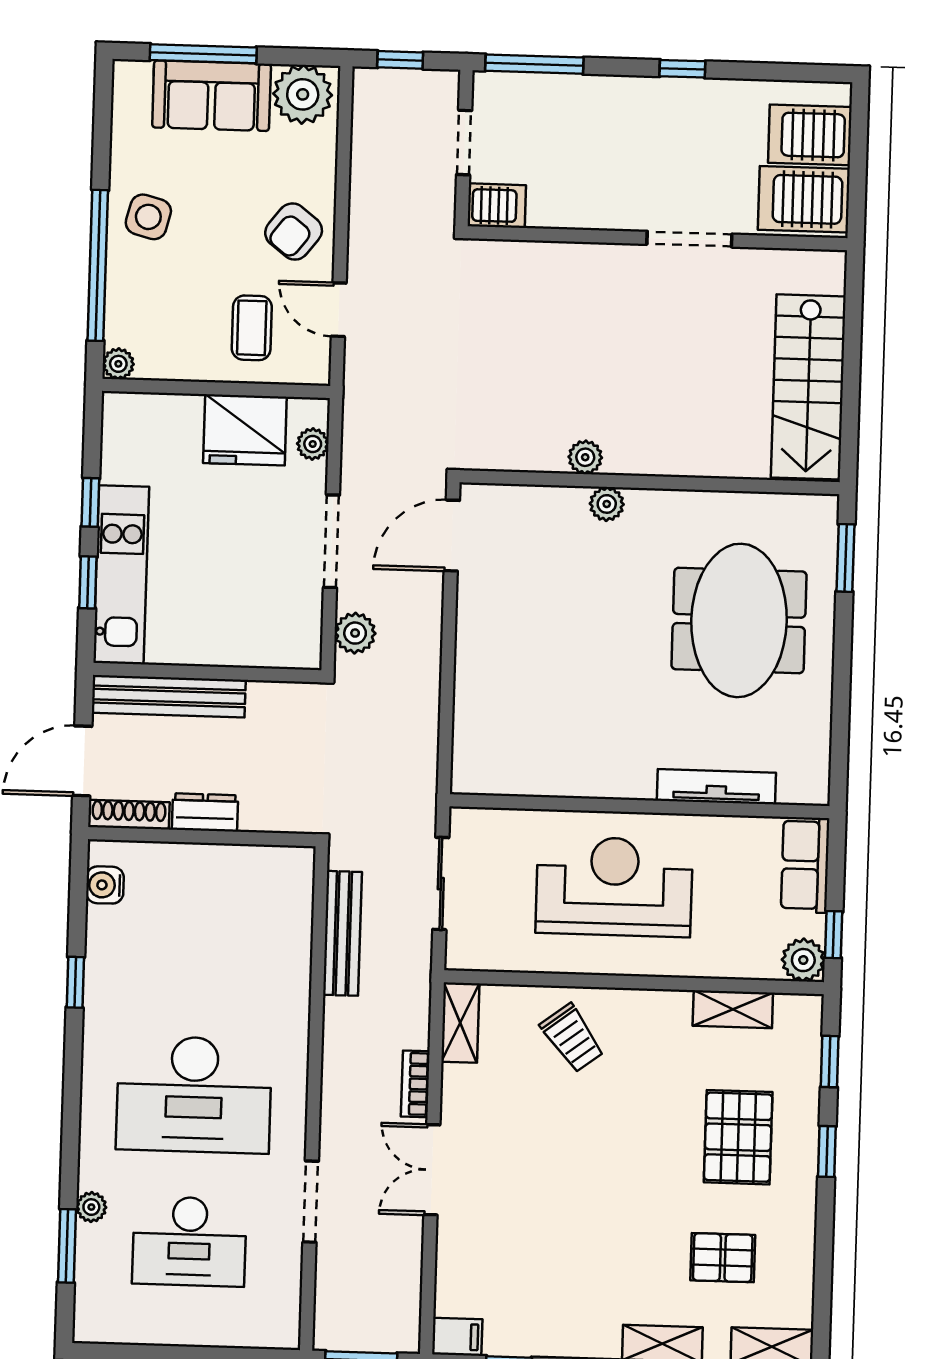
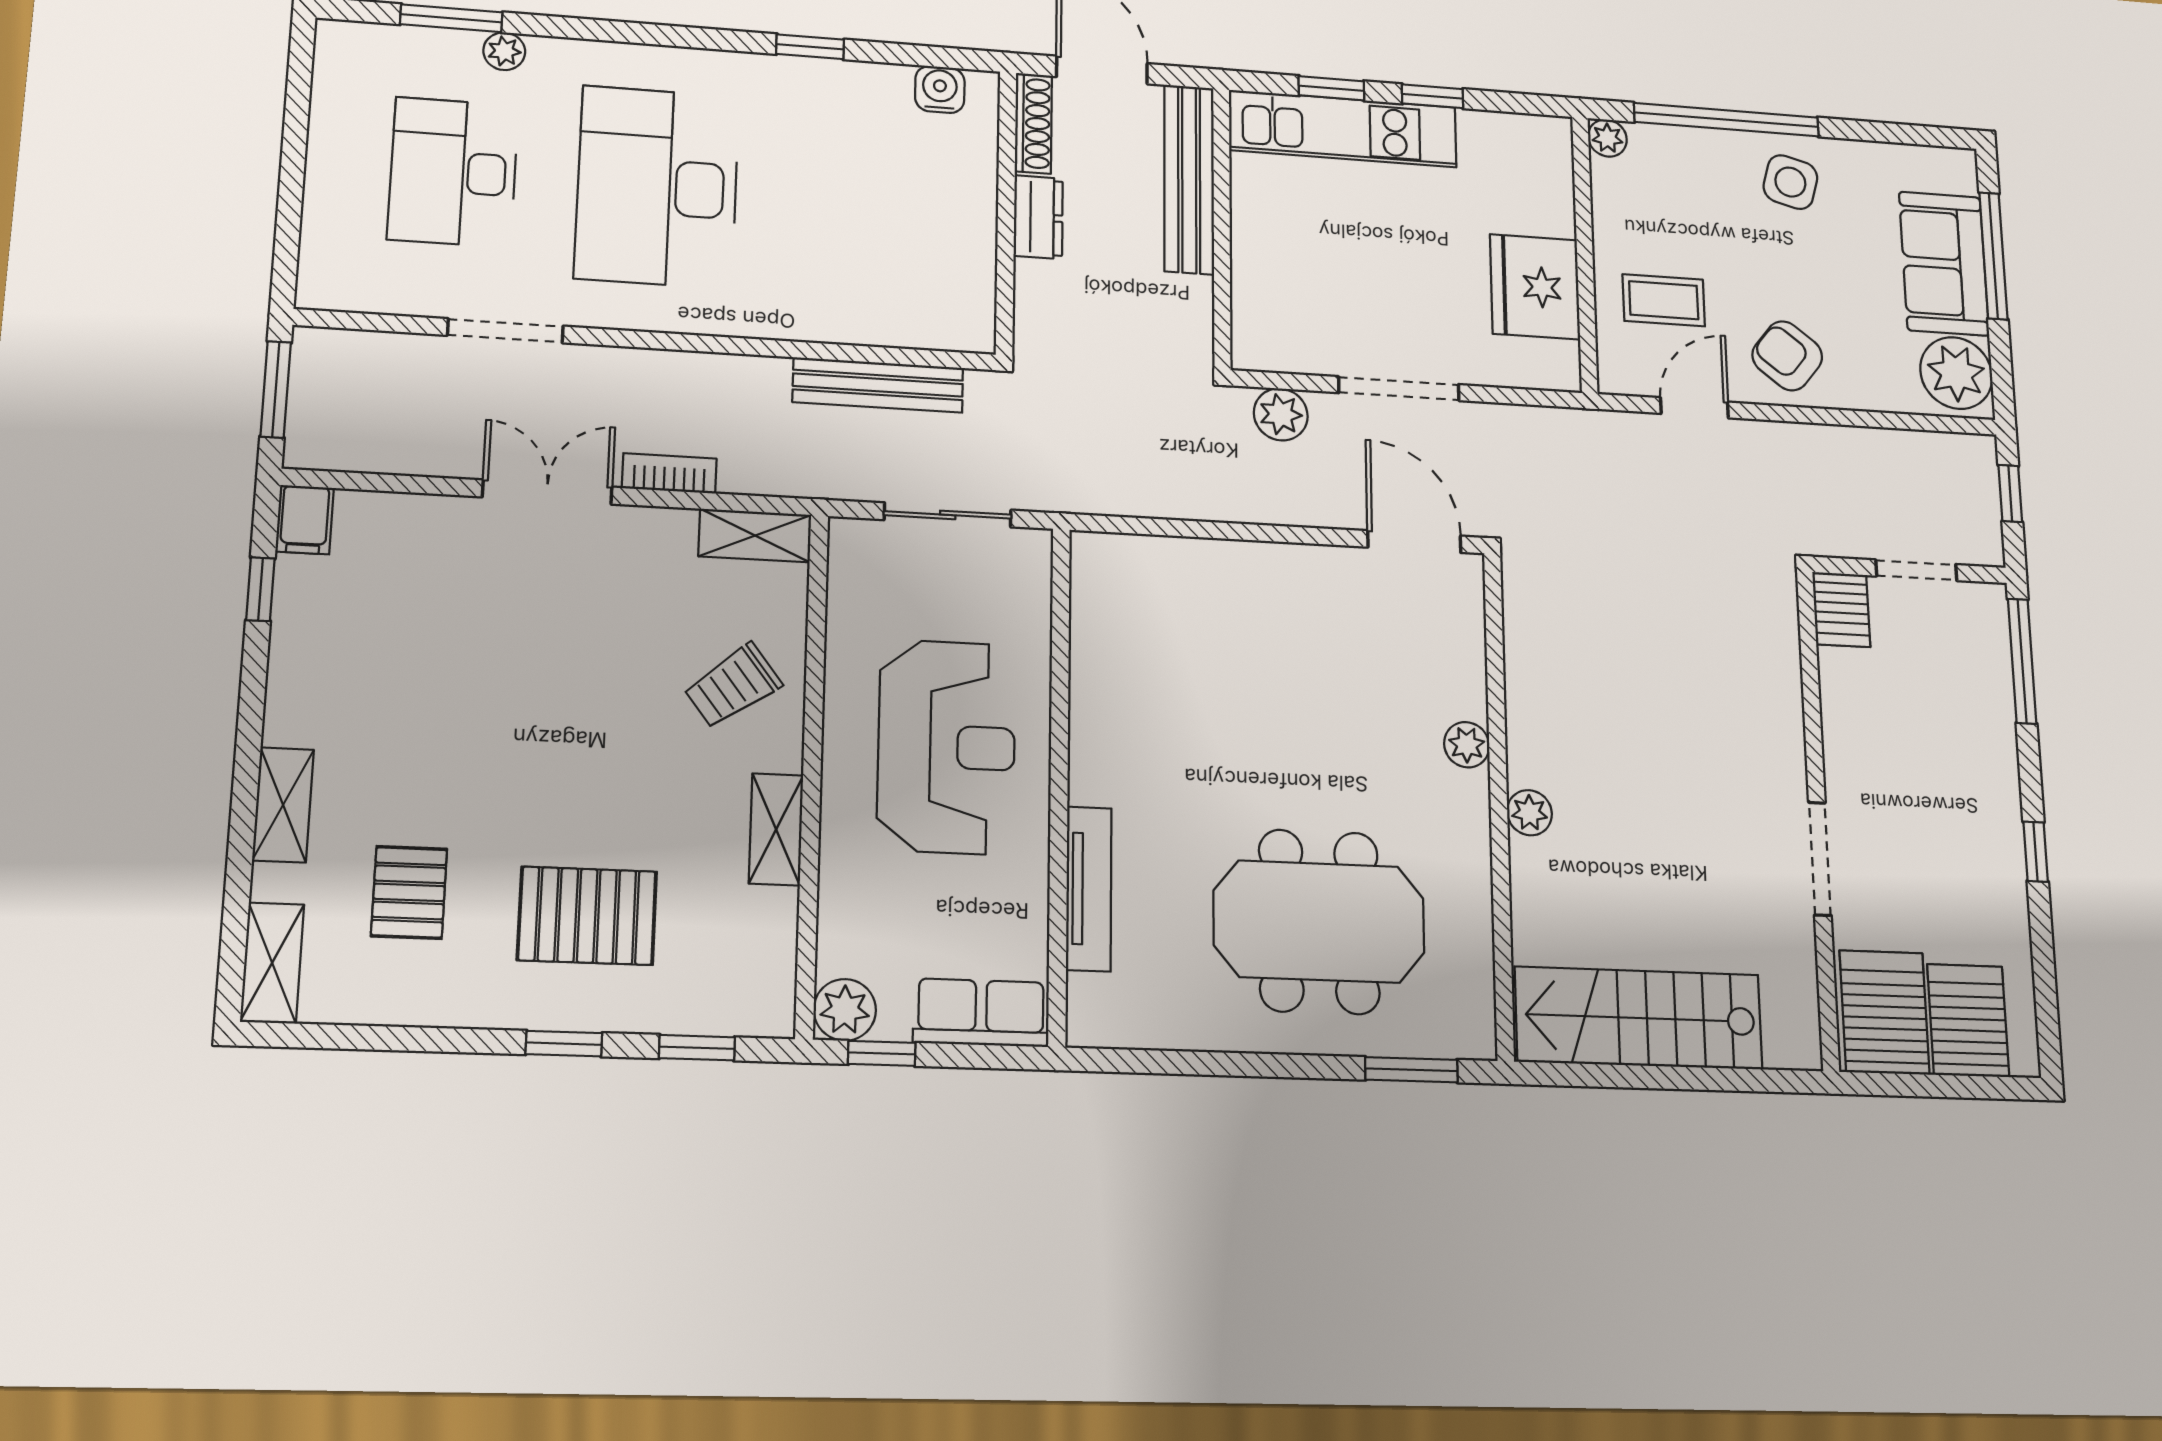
plant: (313, 444) -> (1522, 370), removed
plant: (585, 457) -> (1529, 813), moved
shelving: (733, 1009) -> (776, 829), moved

